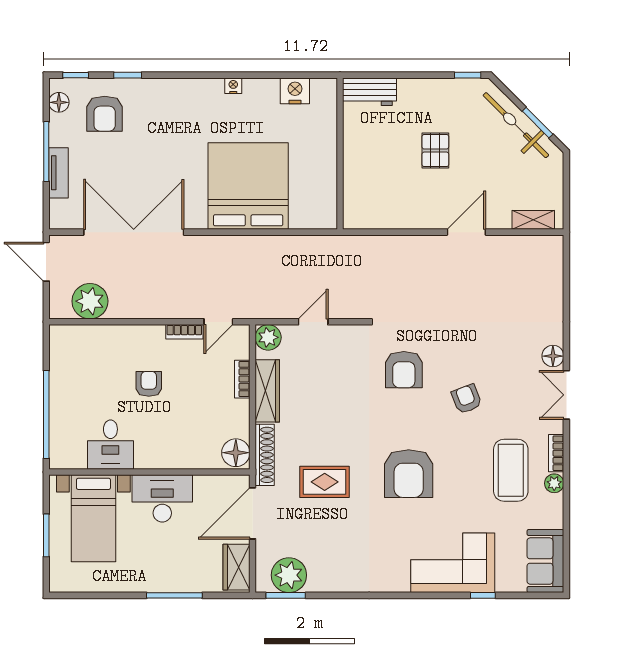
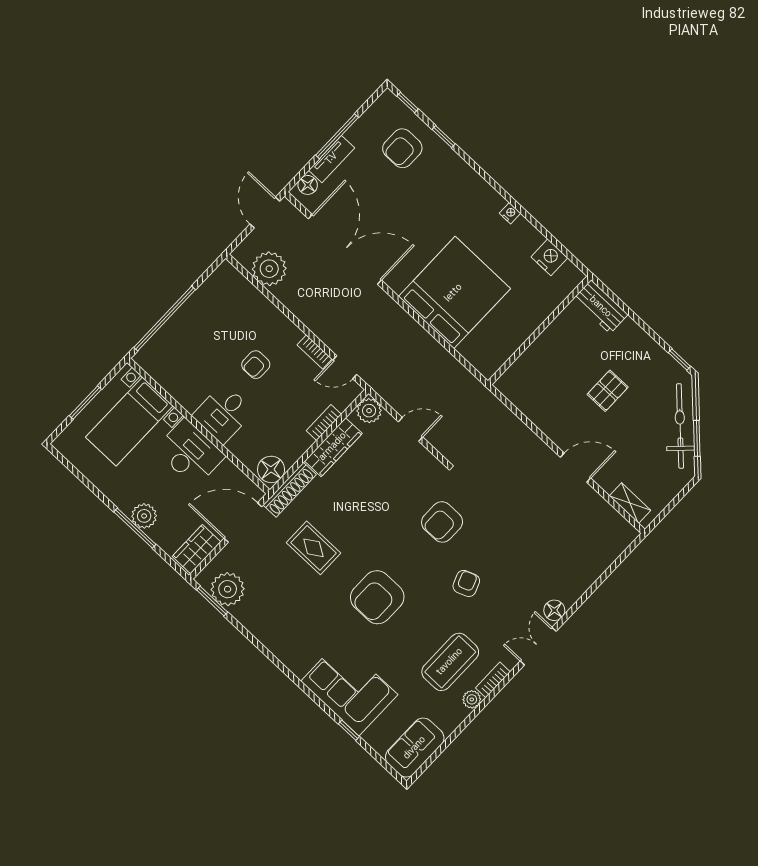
floor lamp: (59, 102) -> (308, 185), moved
armchair: (149, 384) -> (256, 365), turned 180
desk: (110, 445) -> (223, 413), moved
plant: (173, 580) -> (144, 516), added

